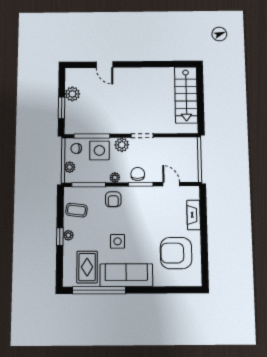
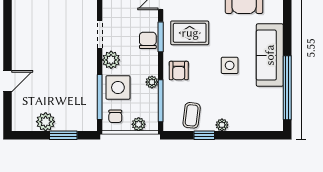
chair: (138, 174) -> (148, 40), turned 90
plant: (115, 177) -> (152, 82), moved
armchair: (113, 199) -> (179, 71), turned 90
window: (60, 237) -> (204, 135), moved
rug: (87, 267) -> (190, 33), moved

